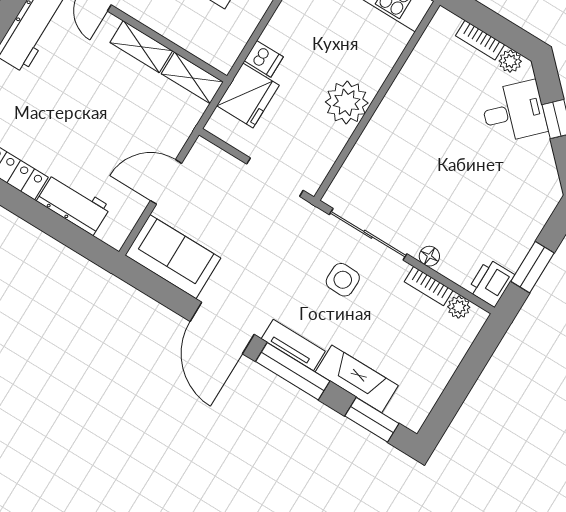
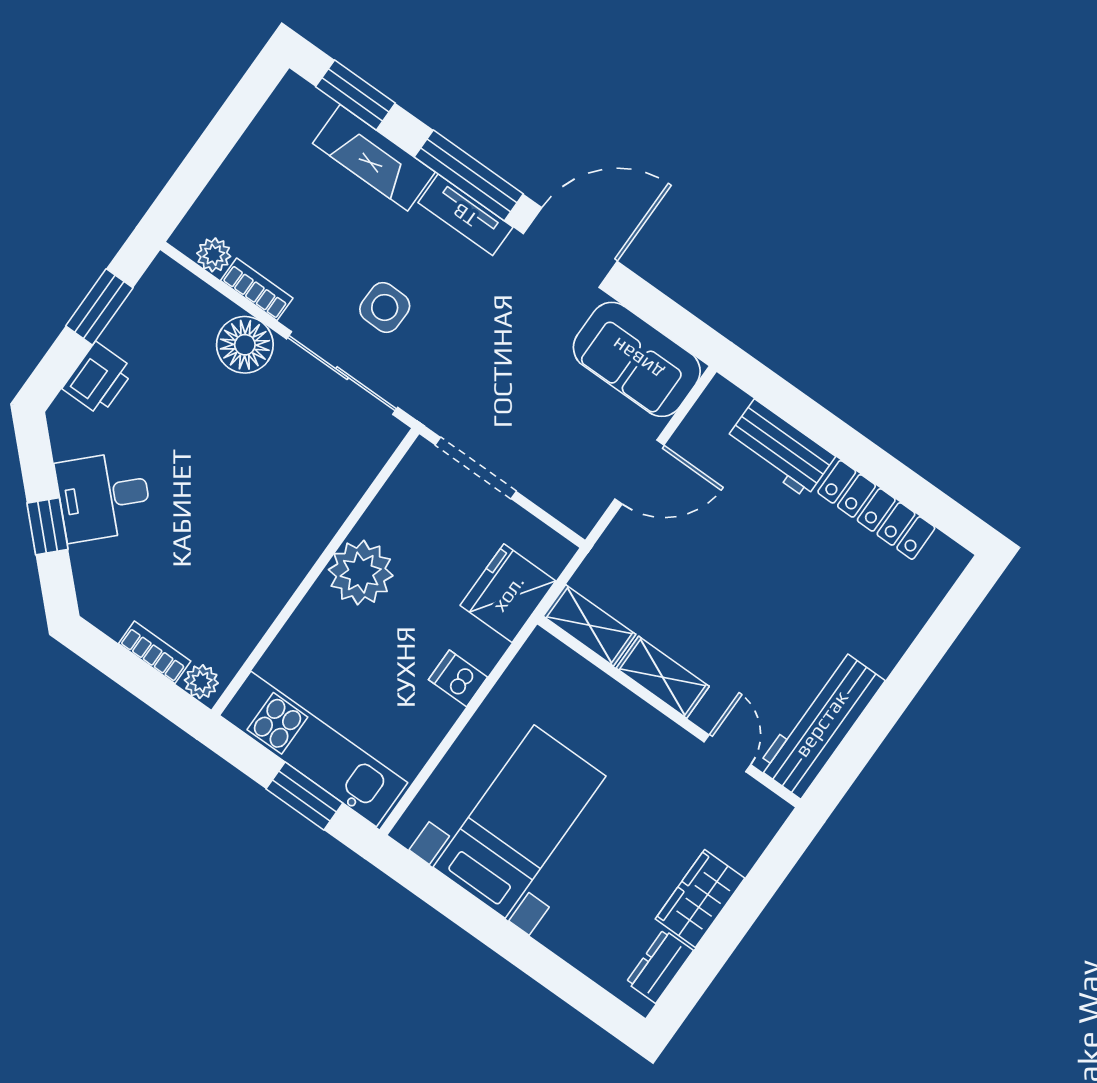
dishwasher: (264, 59) -> (458, 678), moved
plant: (510, 61) -> (201, 682), moved
desk: (514, 112) -> (104, 496), moved
floor lamp: (429, 256) -> (245, 345), width x1.89, depth x1.89
printer: (491, 283) -> (98, 379), moved
door: (222, 328) -> (570, 248), hinge flipped

